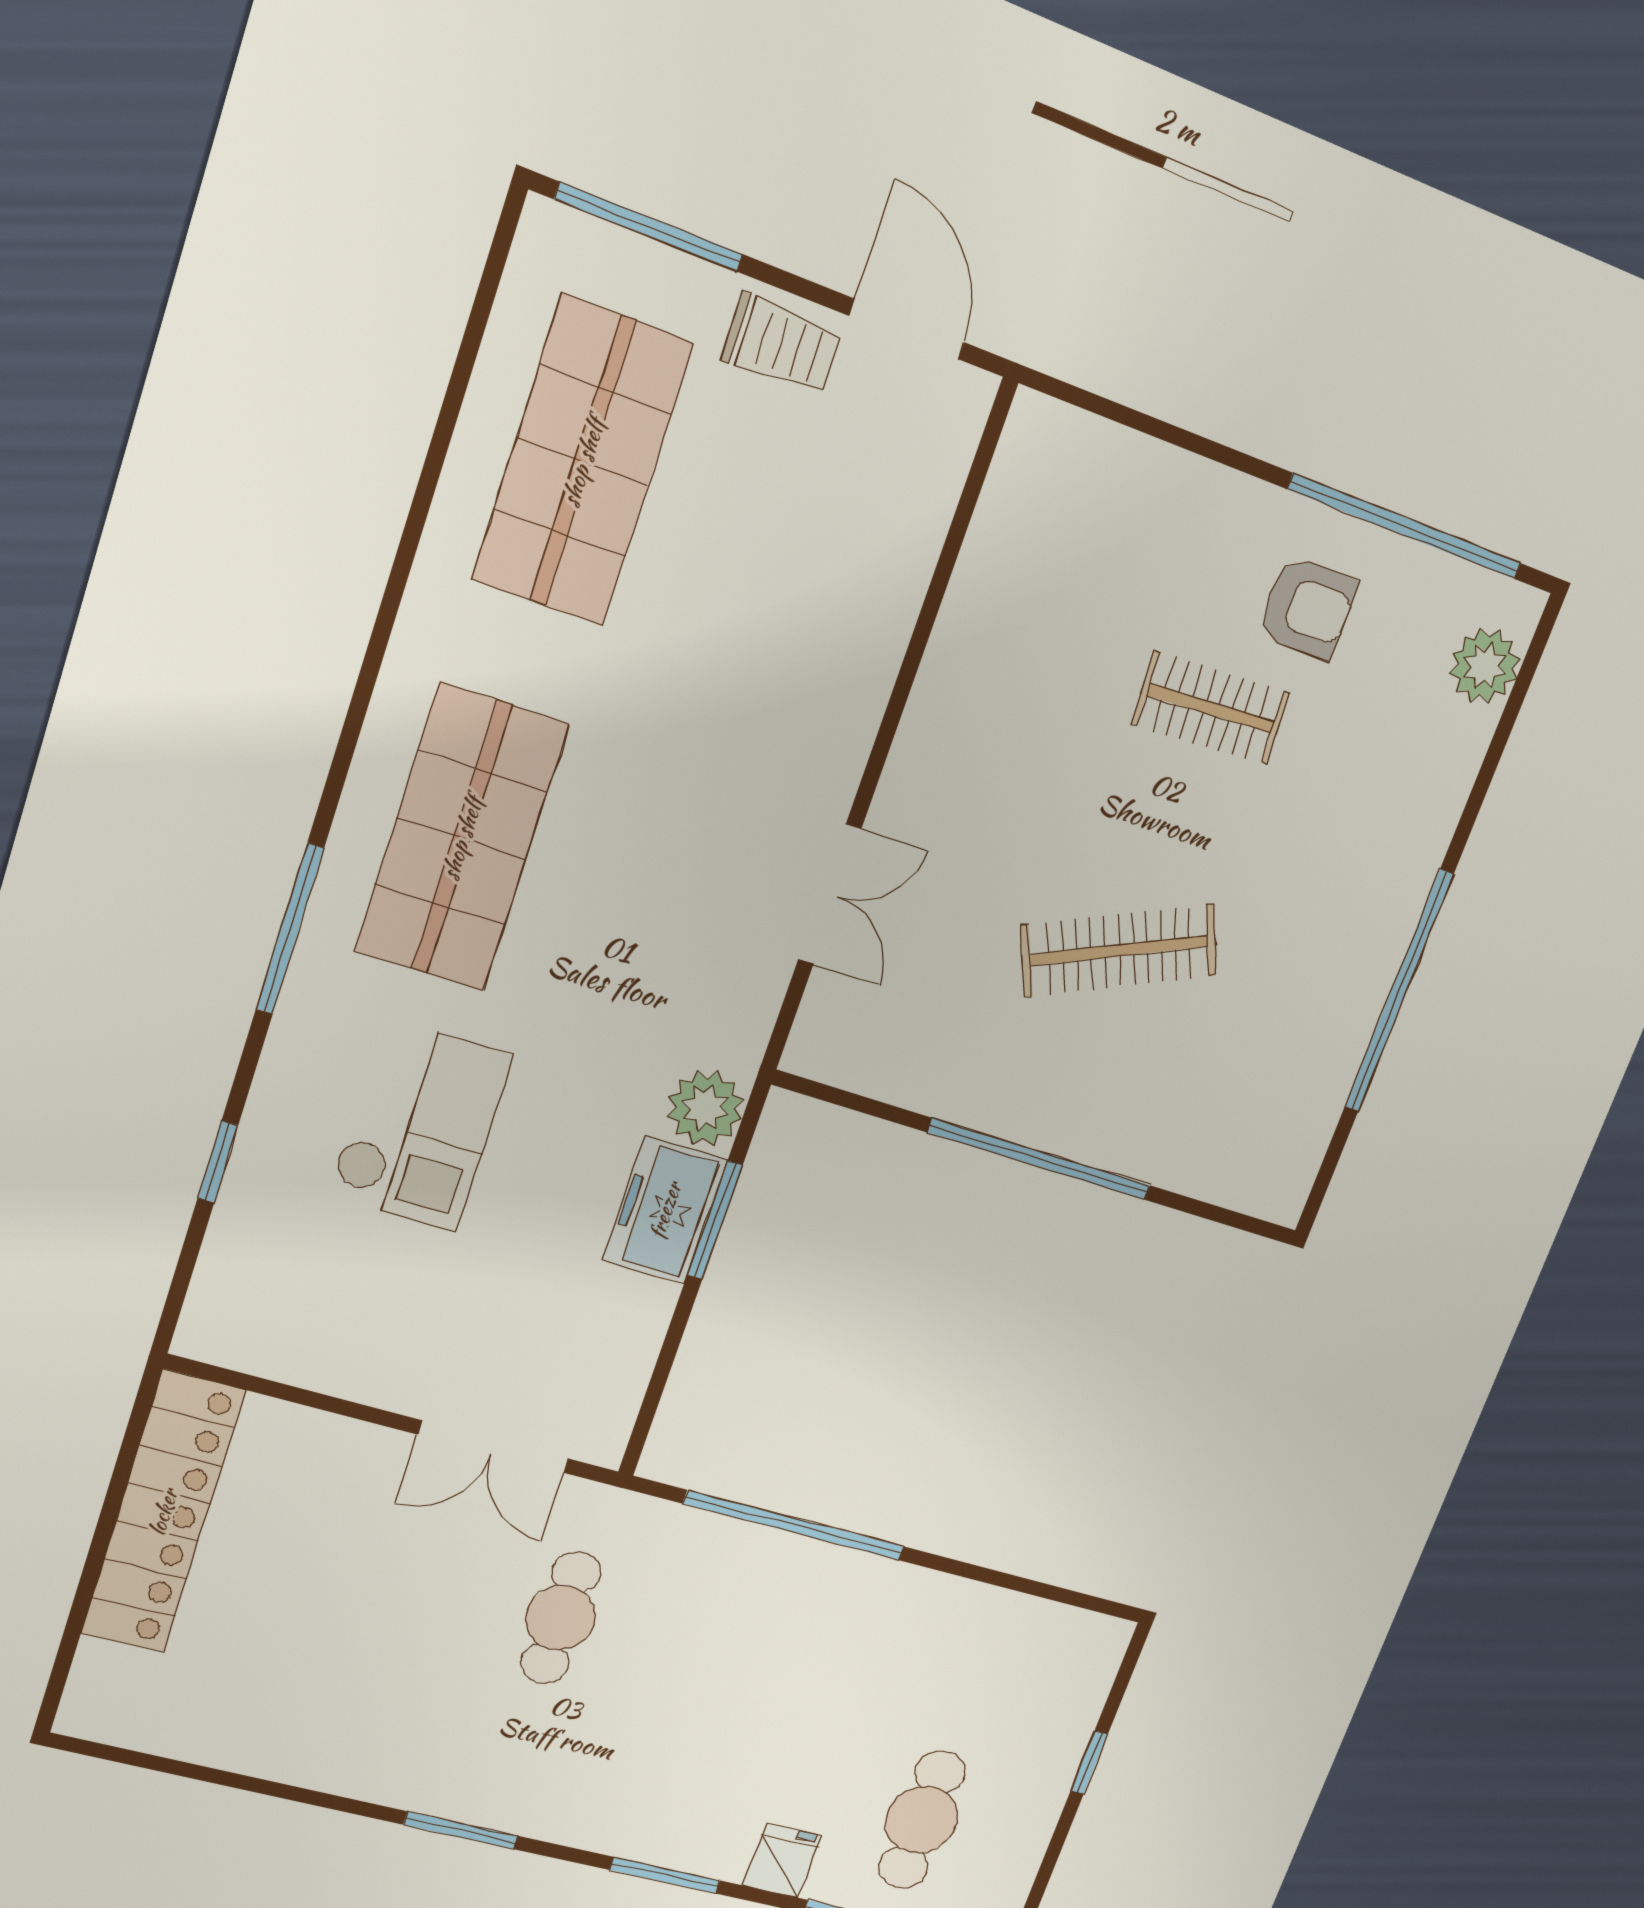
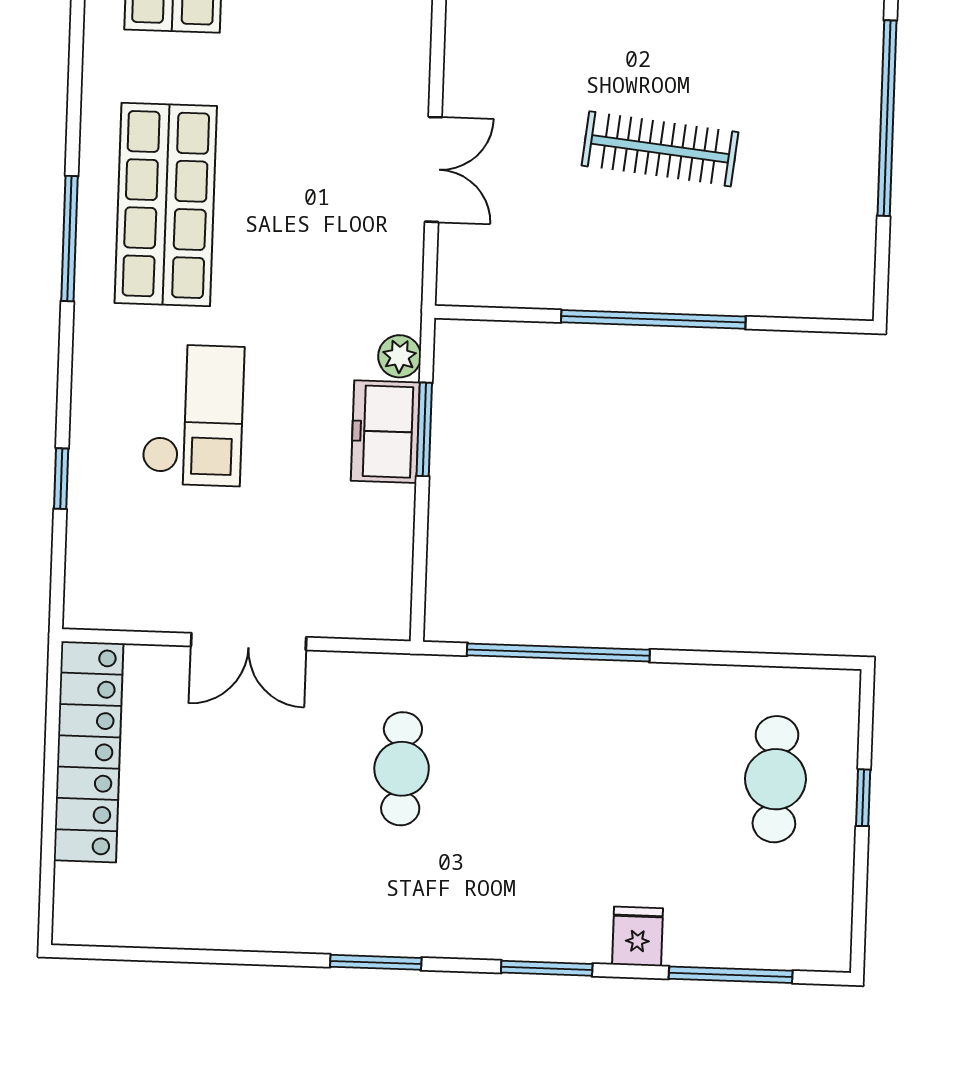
window: (290, 929) -> (70, 239), moved
clothes rail: (1119, 950) -> (660, 149), turned 30
plant: (705, 1108) -> (400, 356), width x0.73, depth x0.73
double door: (494, 1447) -> (249, 642), moved
cafe table: (922, 1820) -> (775, 779), moved

